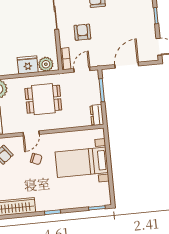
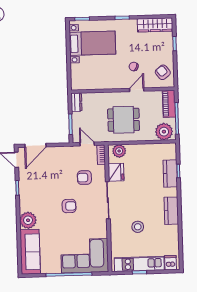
armchair: (82, 32) -> (84, 178), turned 90
fridge: (28, 65) -> (116, 172), moved, turned -90
door: (127, 65) -> (35, 145), moved
door: (82, 70) -> (87, 144), swing flipped
bed with nightstands: (82, 162) -> (92, 43), moved

